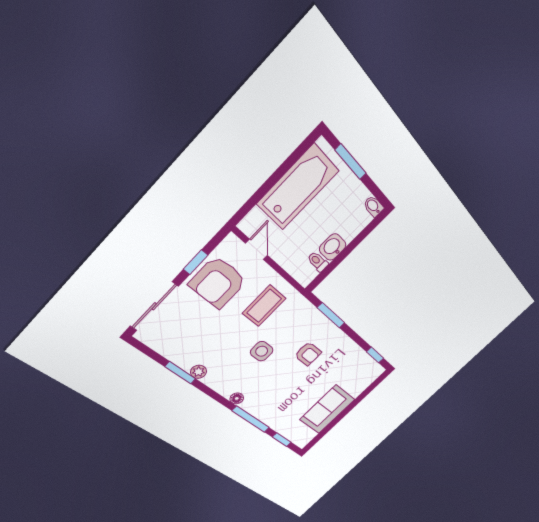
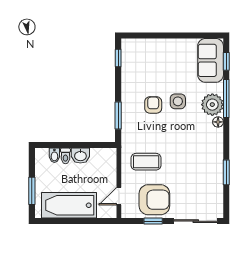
bidet: (373, 206) -> (54, 155), moved
toilet: (318, 262) -> (65, 156), moved
side table: (262, 351) -> (178, 101), moved
plant: (198, 372) -> (212, 105), moved, width x1.87, depth x1.87
sofa: (327, 409) -> (211, 60), moved, turned 90

